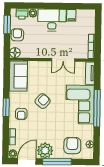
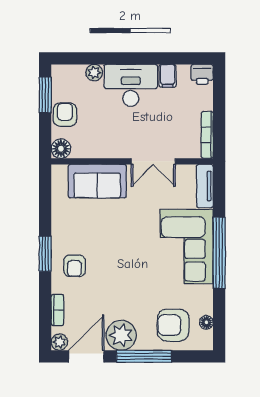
printer: (22, 14) -> (202, 74), moved
sofa: (18, 76) -> (97, 181), moved, turned 90
armchair: (43, 101) -> (115, 241), removed
armchair: (72, 146) -> (173, 325), turned -90

